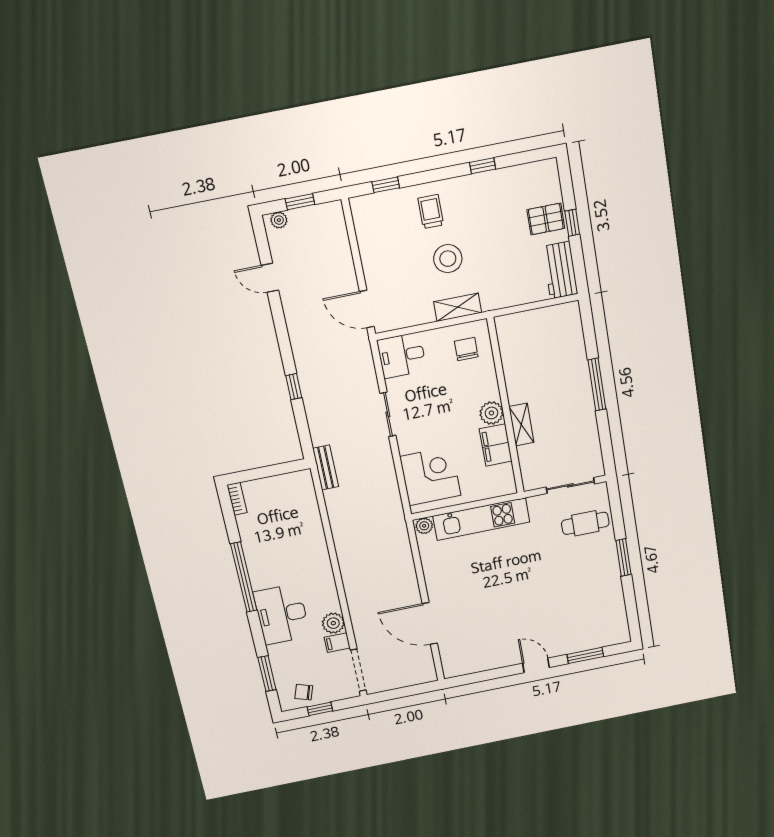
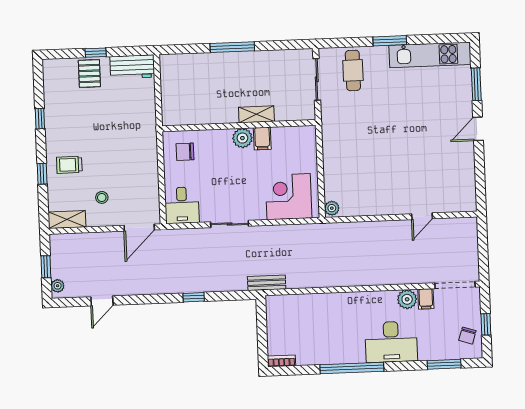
window: (386, 185) -> (42, 174), moved
stool: (448, 259) -> (102, 197), moved, width x0.53, depth x0.53
shelving: (458, 307) -> (67, 220), moved, turned 90
filing cabinet: (496, 445) -> (262, 138), width x0.50
kitchen unit: (481, 519) -> (430, 55), moved, turned 90
door: (430, 623) -> (422, 216), width x0.53

